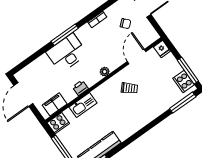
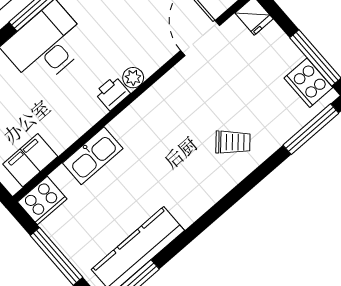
printer: (80, 88) -> (112, 93), moved
trolley: (129, 88) -> (233, 142), moved

